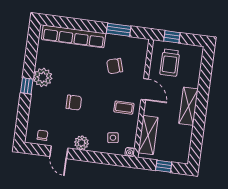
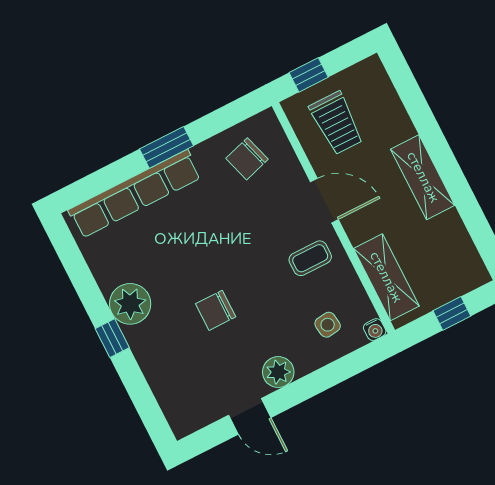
window: (119, 30) -> (166, 147), moved
chair: (115, 66) -> (247, 159), moved
chair: (74, 103) -> (216, 310), turned 180
chair: (42, 135) -> (200, 406), removed

